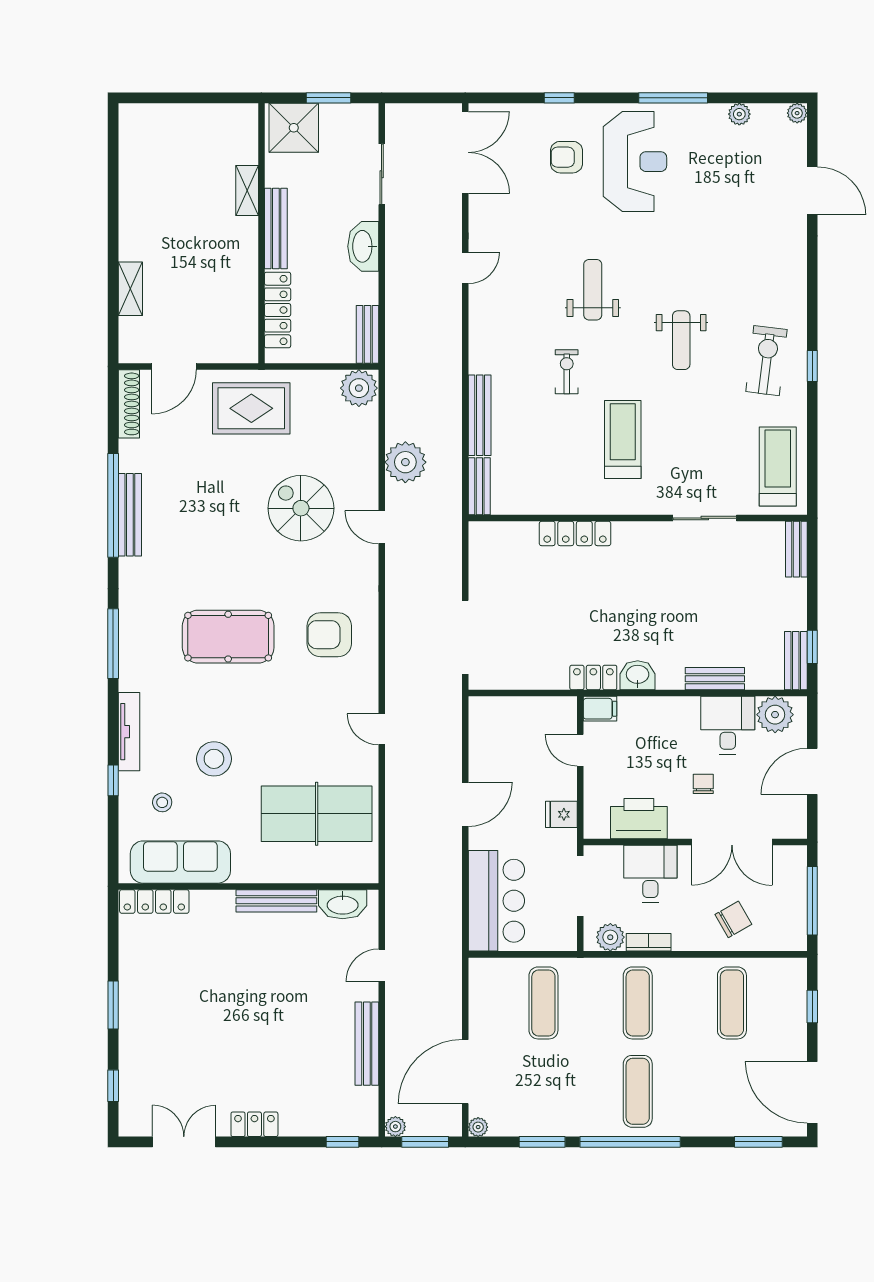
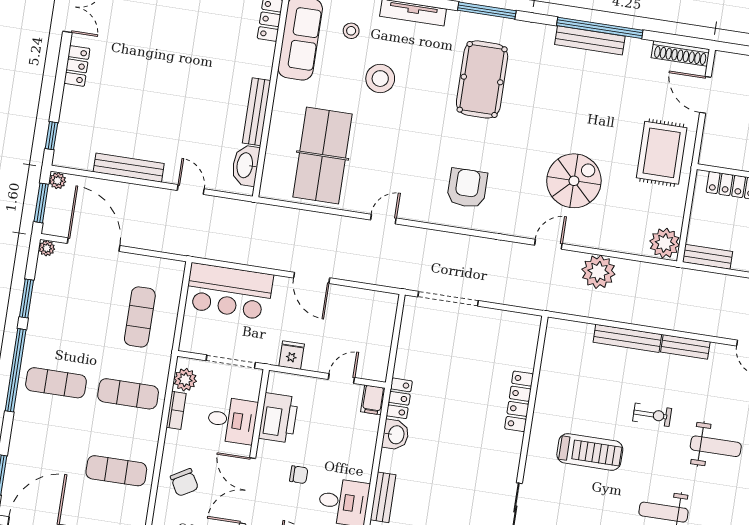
bench: (479, 486) -> (685, 347), moved
pool table: (228, 637) -> (482, 79), moved
exercise mat: (543, 1003) -> (140, 317), turned 90

